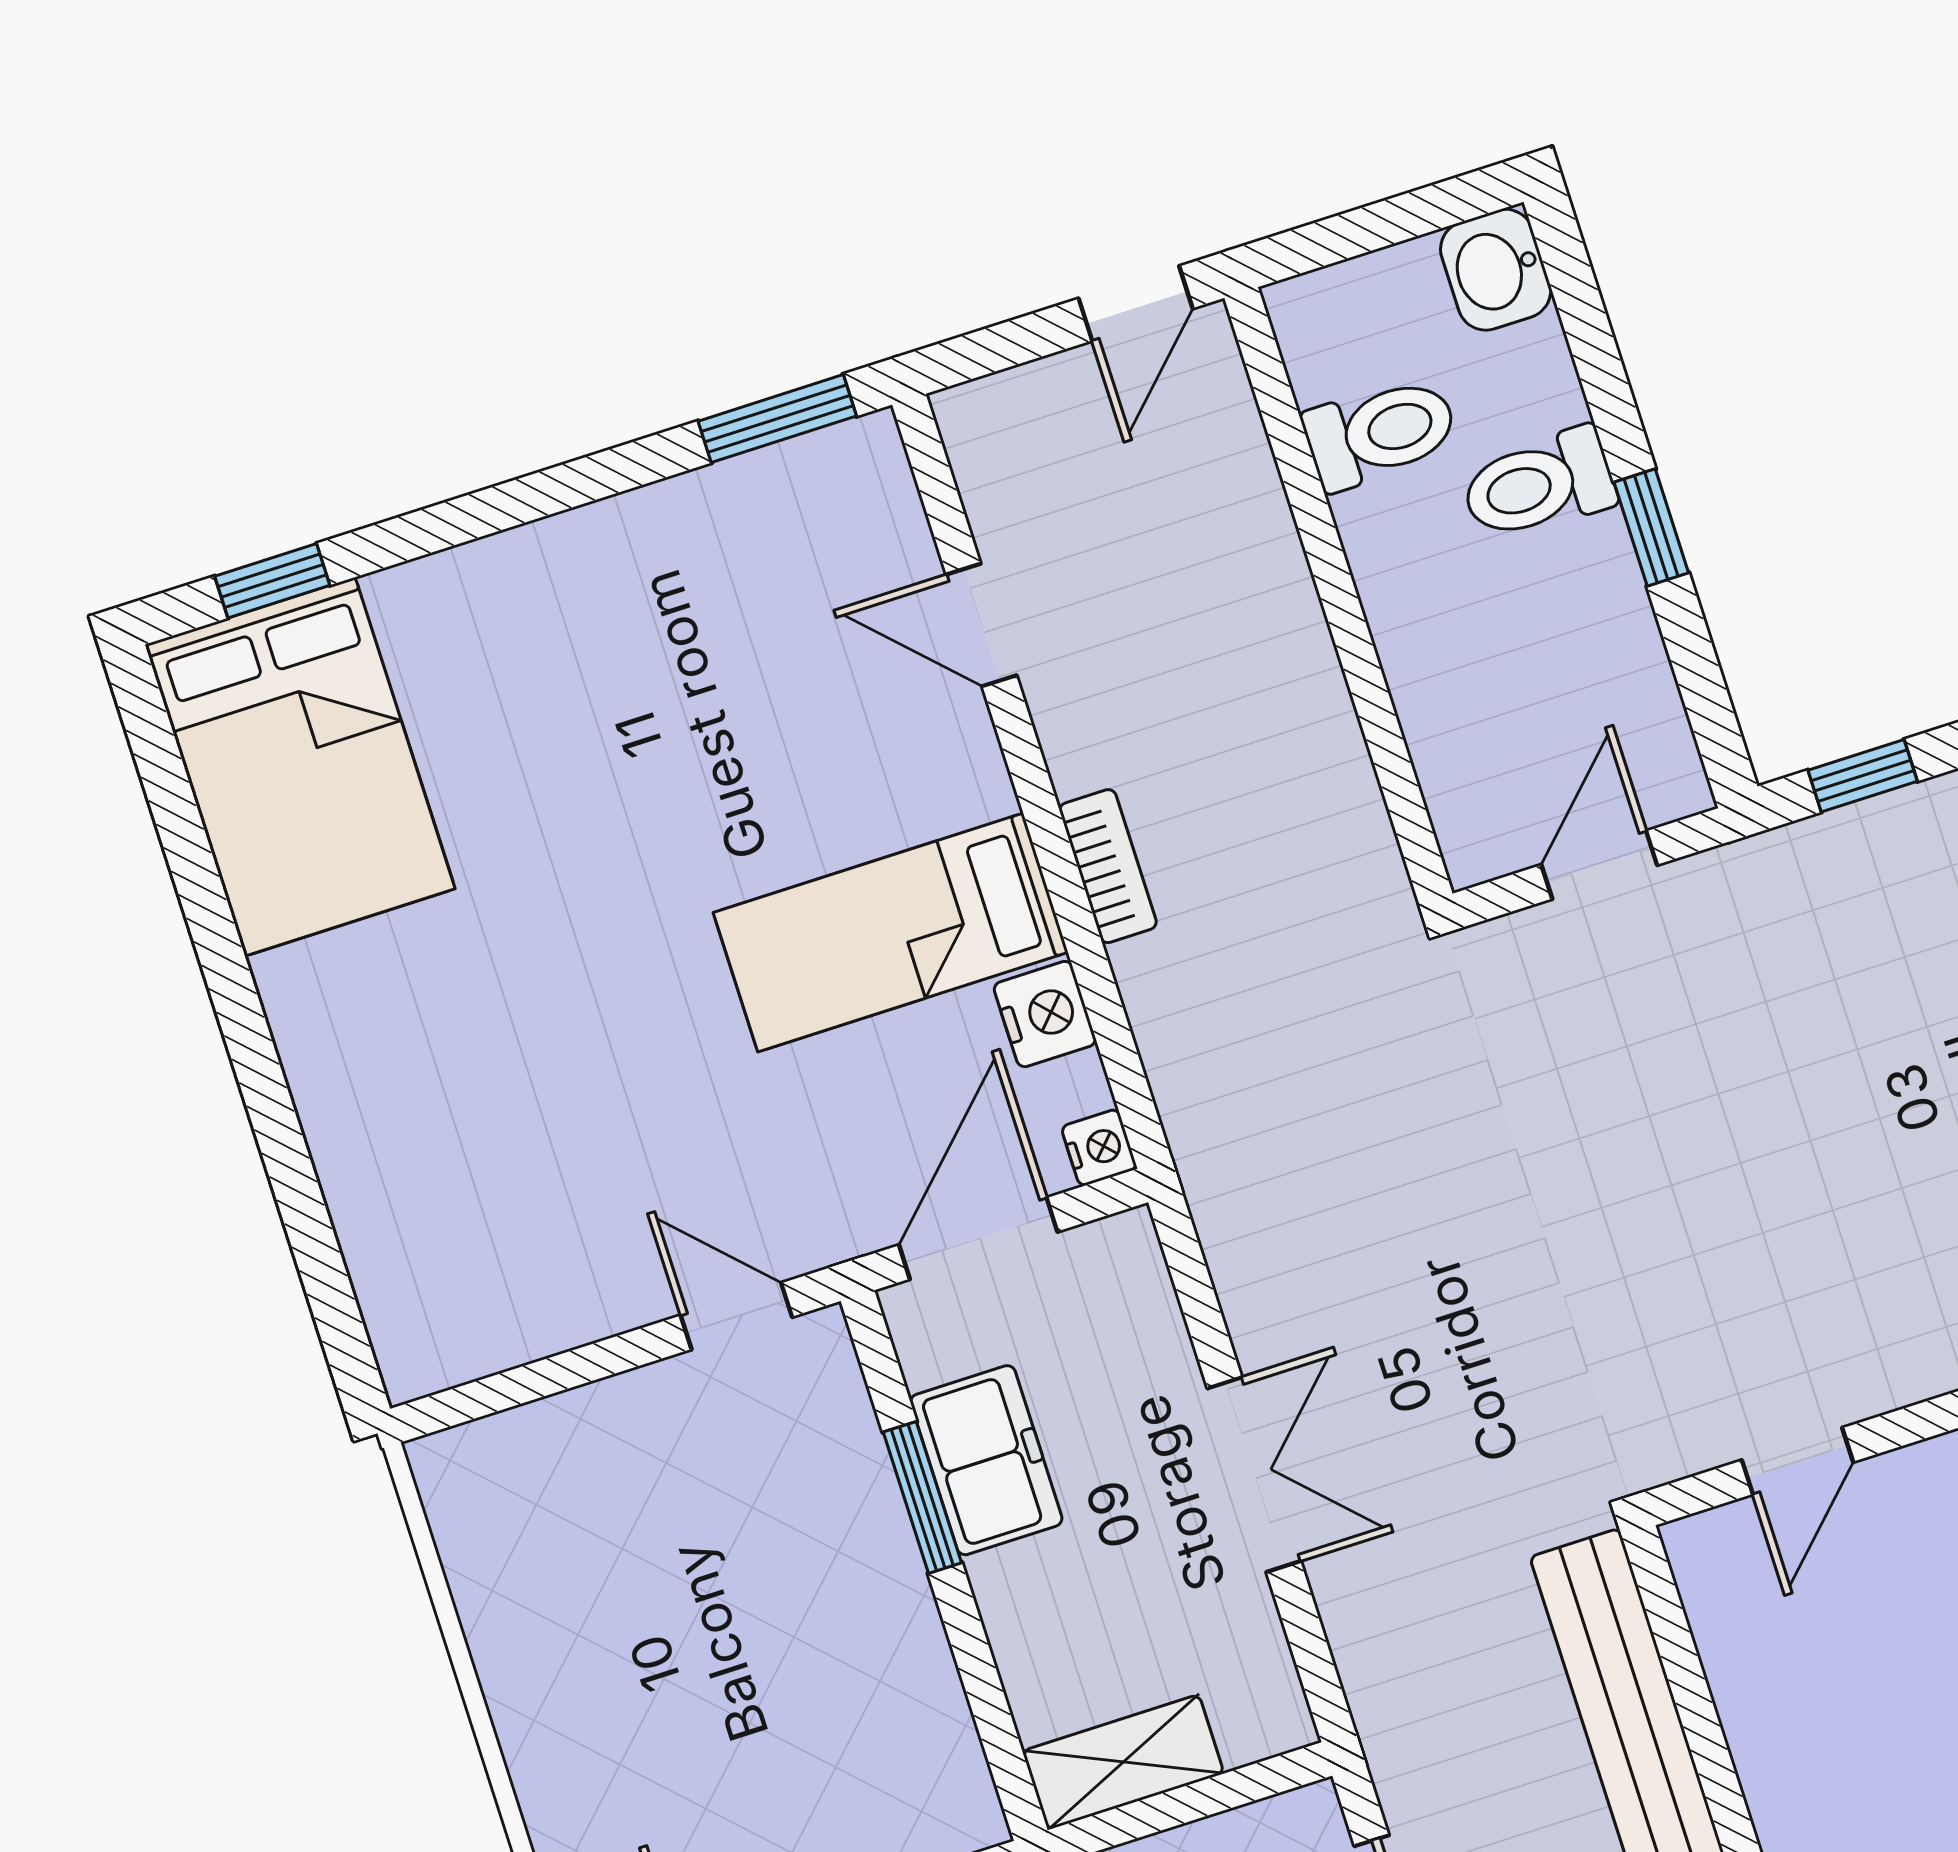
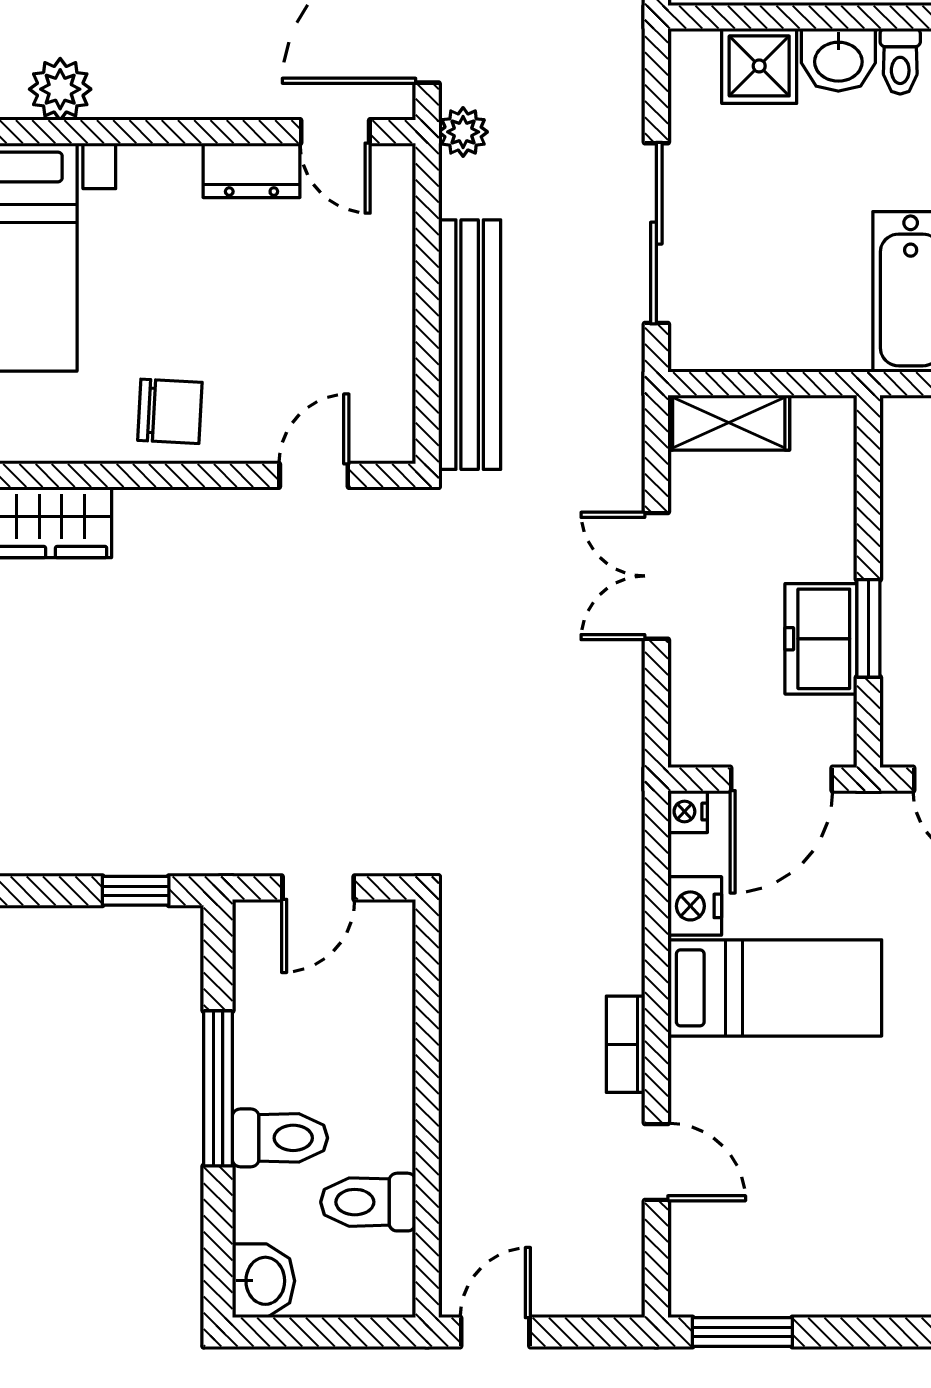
window: (1651, 527) -> (218, 1088), width x2.17
bookcase: (1108, 866) -> (626, 1044), moved
shelving: (1123, 1762) -> (729, 423), moved

